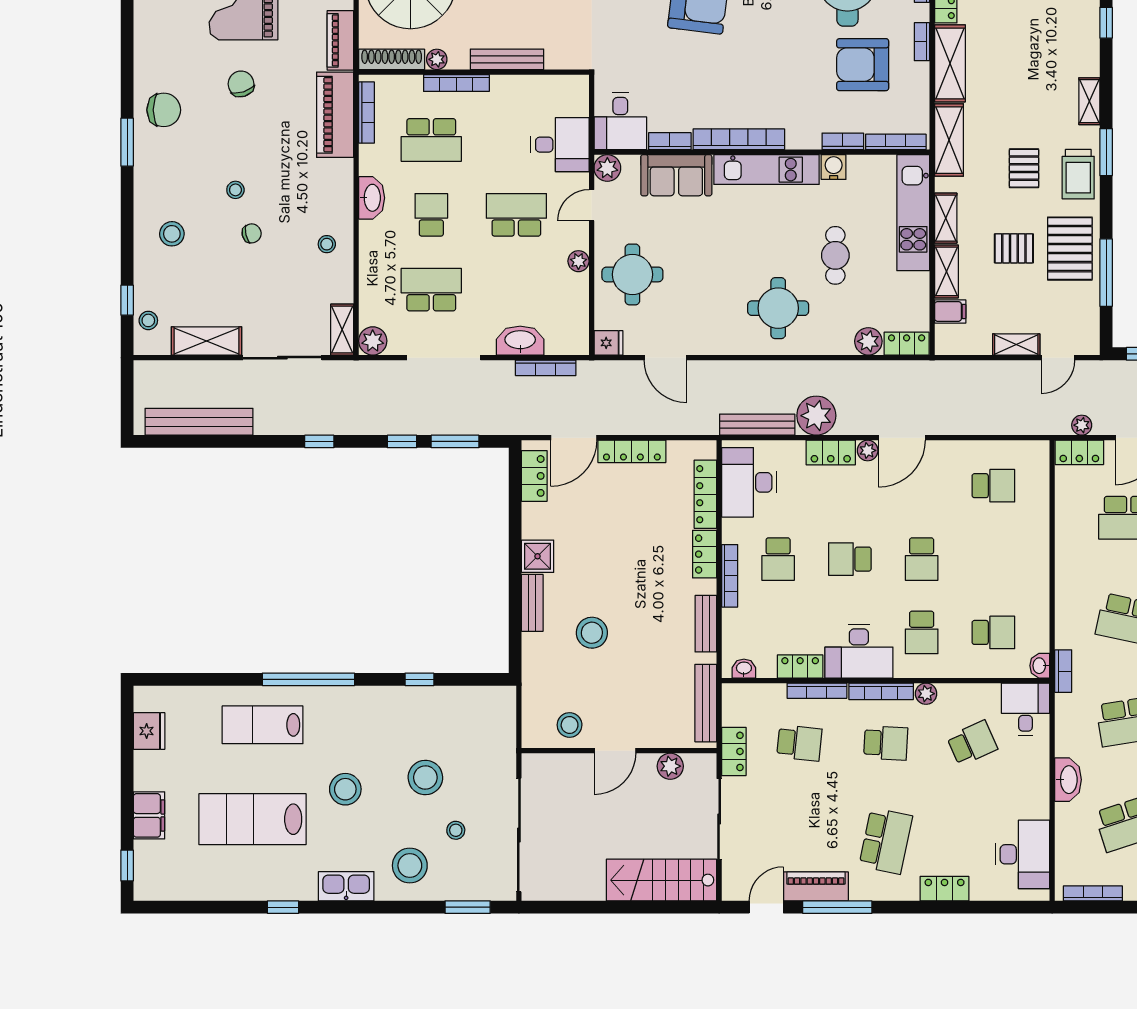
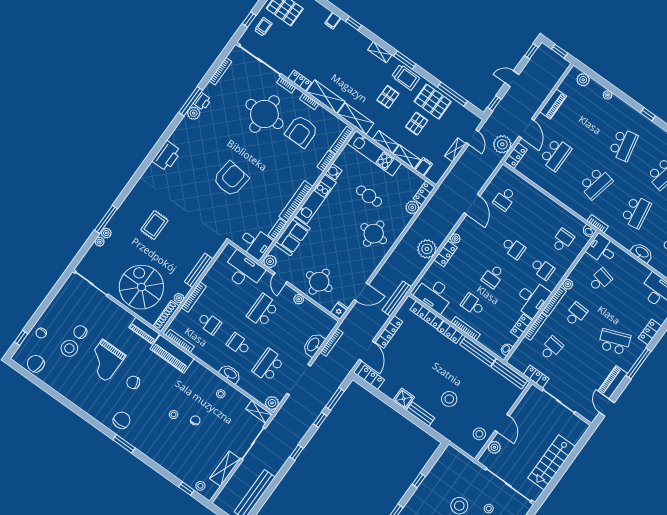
school desk: (431, 140) -> (209, 323), width x0.54
desk: (560, 145) -> (243, 271), width x1.37
pallet: (1024, 168) -> (388, 97), turned 90
washbasin: (372, 198) -> (230, 374), moved
stool: (172, 234) -> (173, 452), removed
bench: (757, 425) -> (397, 299), moved
plant: (1082, 425) -> (502, 144), width x1.88, depth x1.88
door: (902, 438) -> (472, 204), moved
school desk: (993, 486) -> (505, 199), turned 180
school desk: (778, 559) -> (473, 305), turned 180
bench: (706, 624) -> (478, 351), width x1.36
school desk: (972, 743) -> (600, 280), turned 36
plant: (670, 766) -> (494, 447), moved
school desk: (886, 841) -> (614, 342), turned -33
stairs: (662, 880) -> (552, 462), moved
window: (837, 907) -> (638, 364), moved

